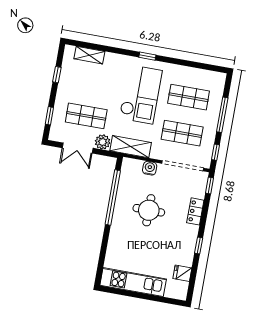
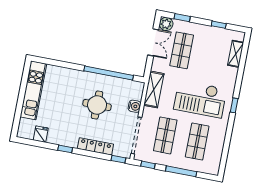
plant: (103, 142) -> (166, 24), moved
double door: (78, 148) -> (153, 42), swing flipped
locker: (195, 211) -> (95, 146), width x1.53

